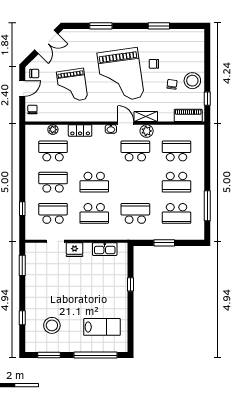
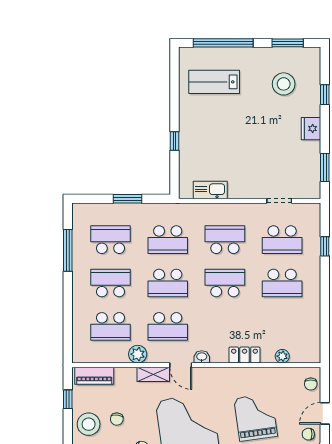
plant: (147, 131) -> (138, 354), moved
school desk: (53, 151) -> (168, 283), moved
fridge: (75, 250) -> (311, 129), moved, turned -90

